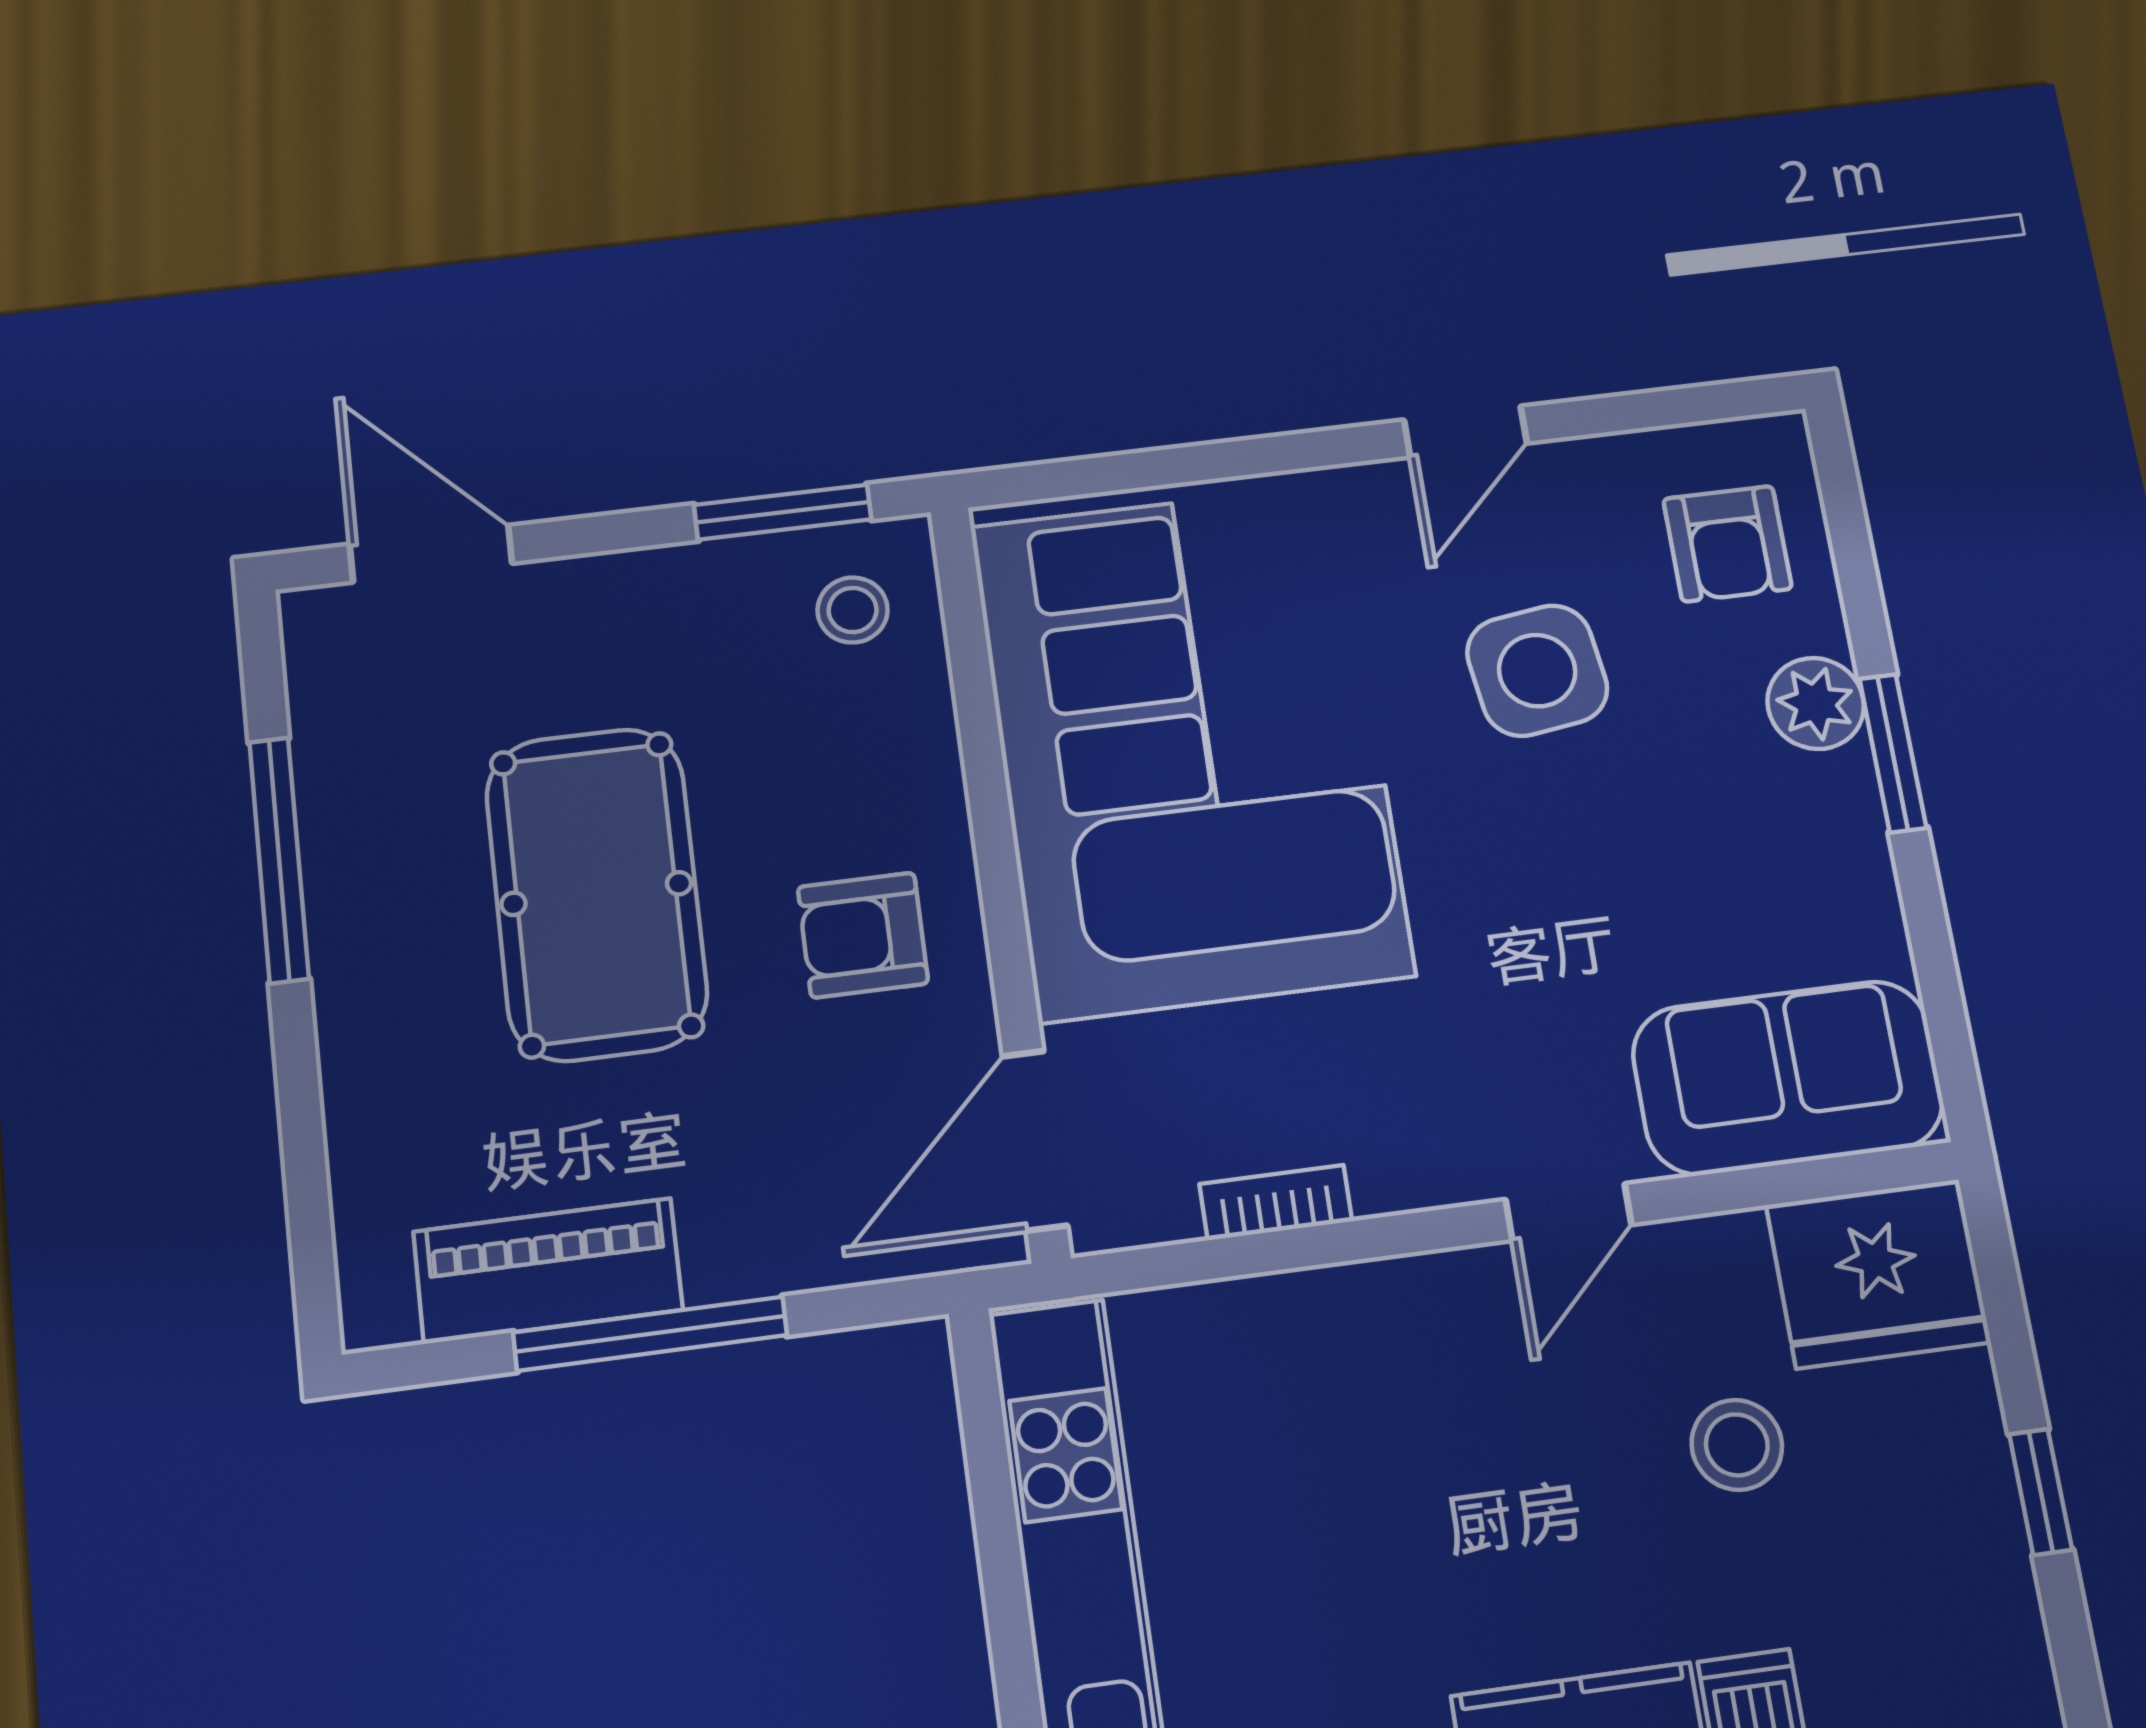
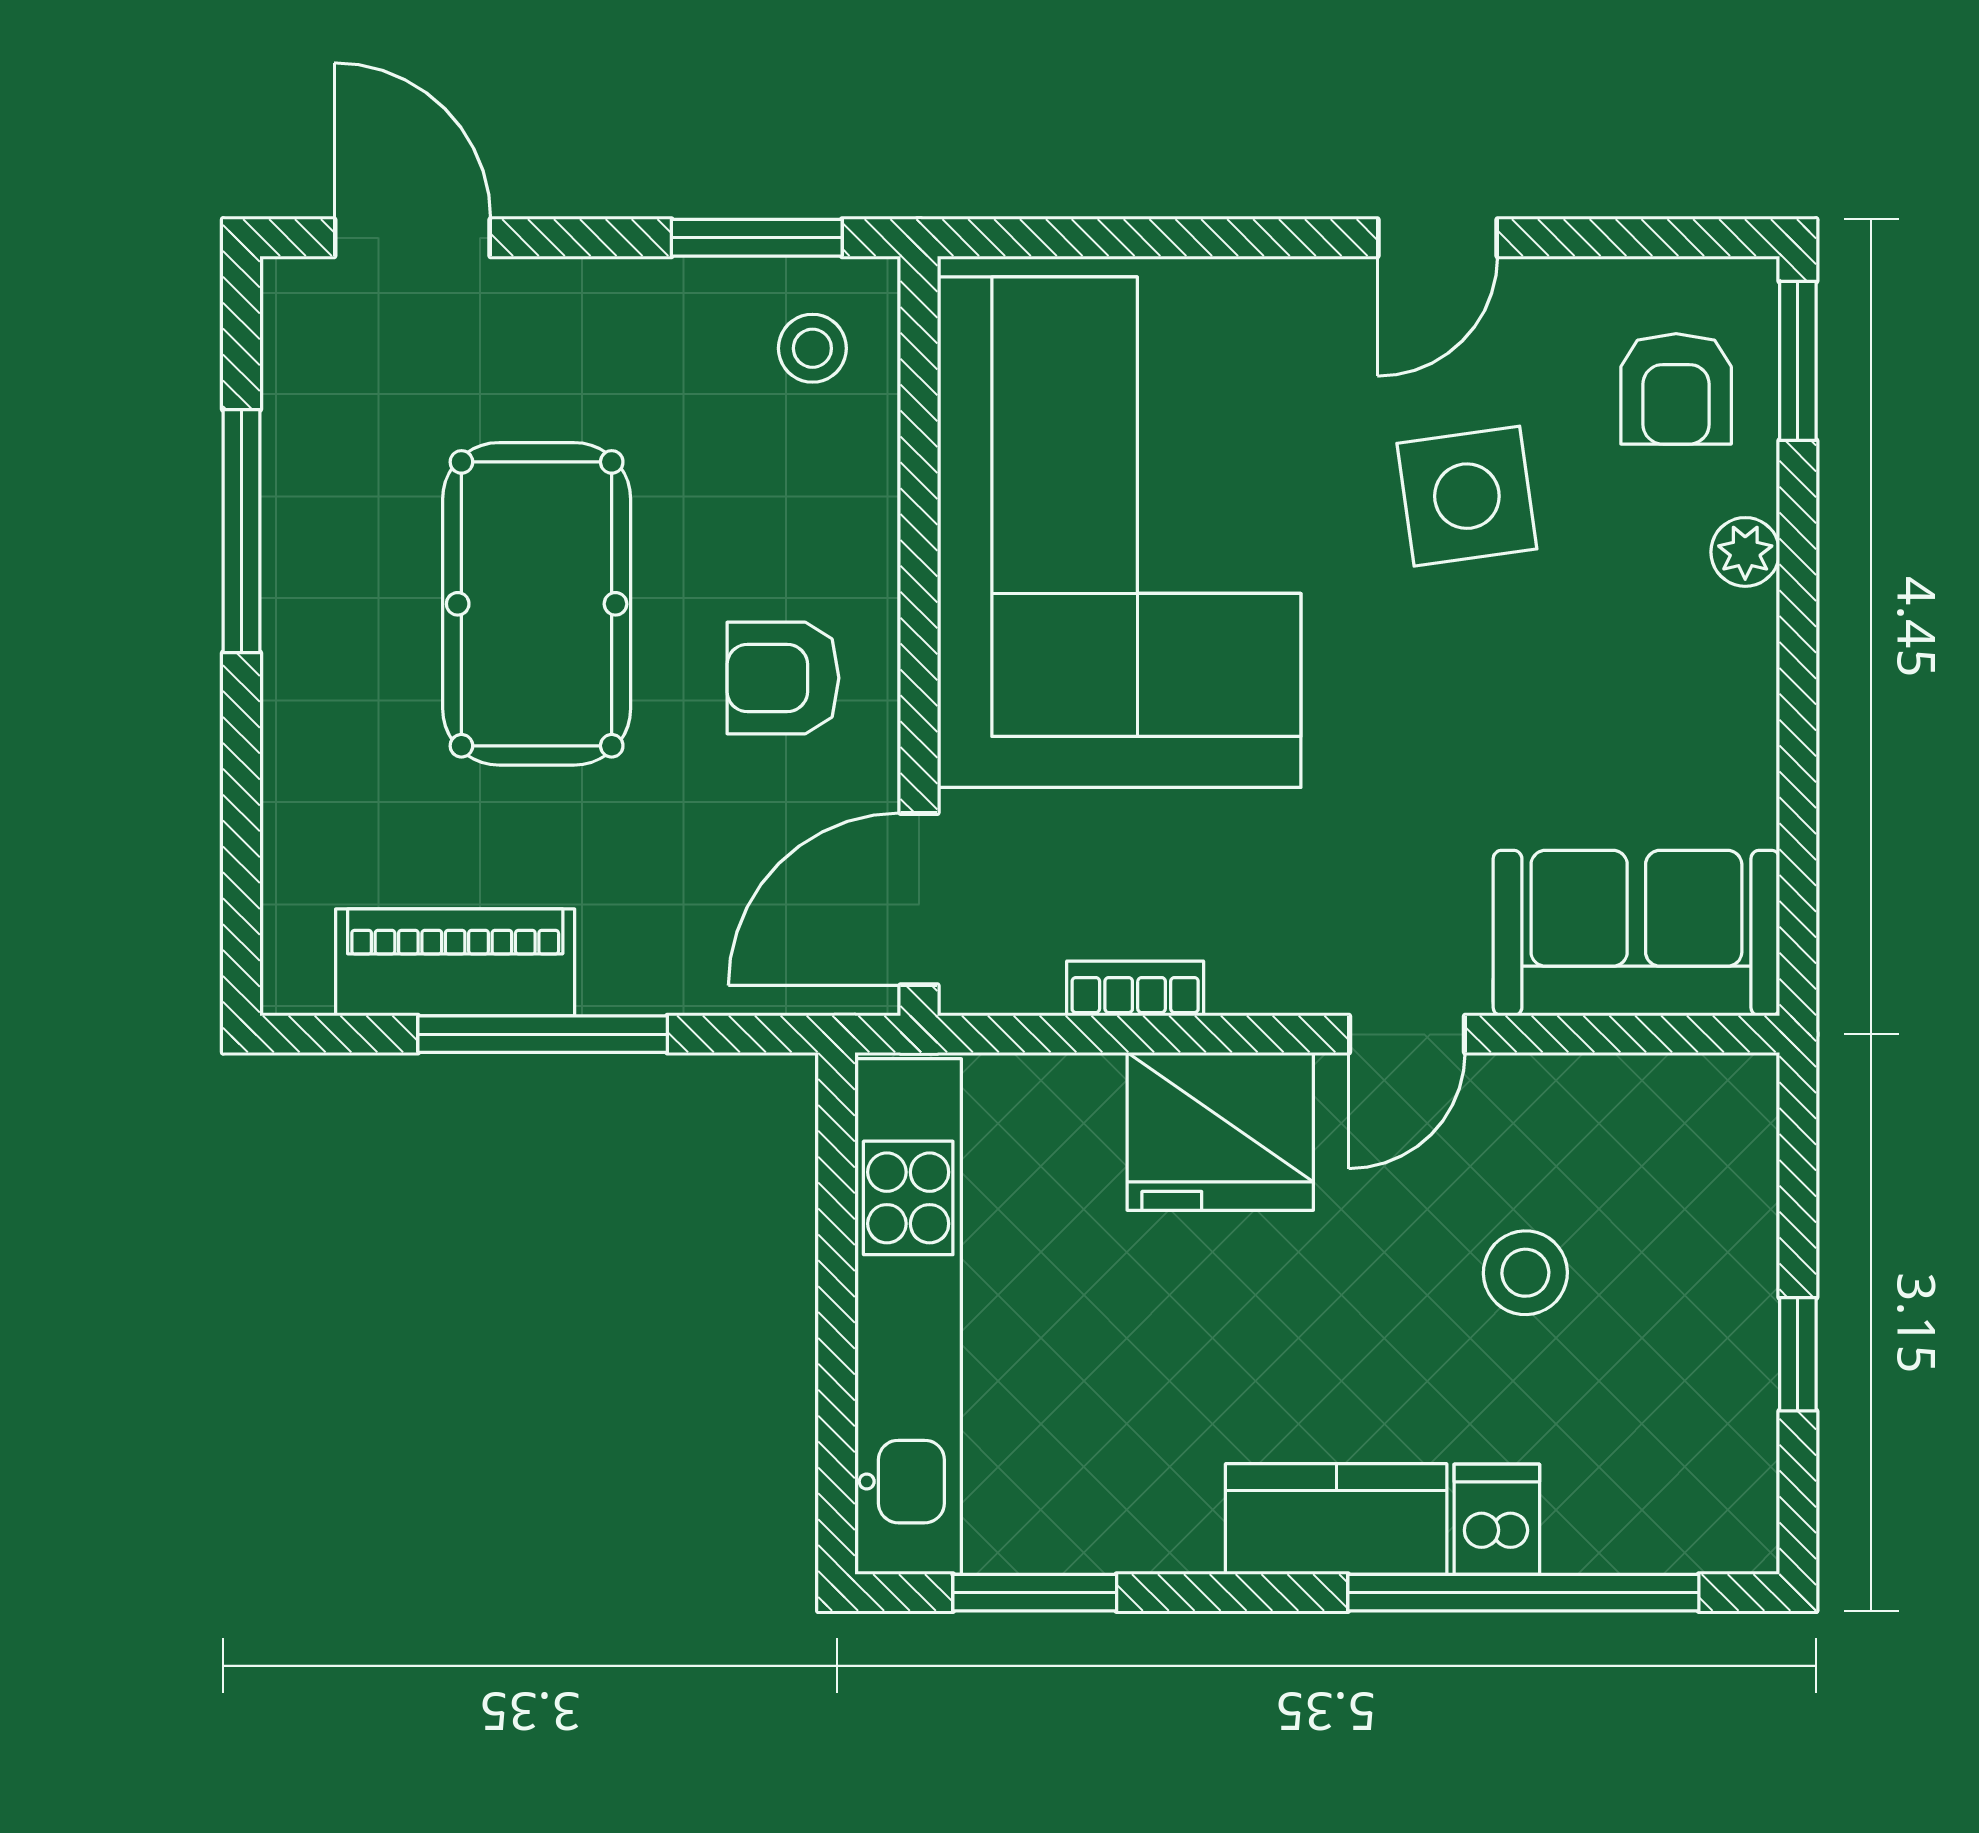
plant: (1816, 703) -> (1745, 552), width x0.73, depth x0.73
window: (1893, 753) -> (1798, 361), moved
fridge: (1878, 1274) -> (1220, 1131), moved

